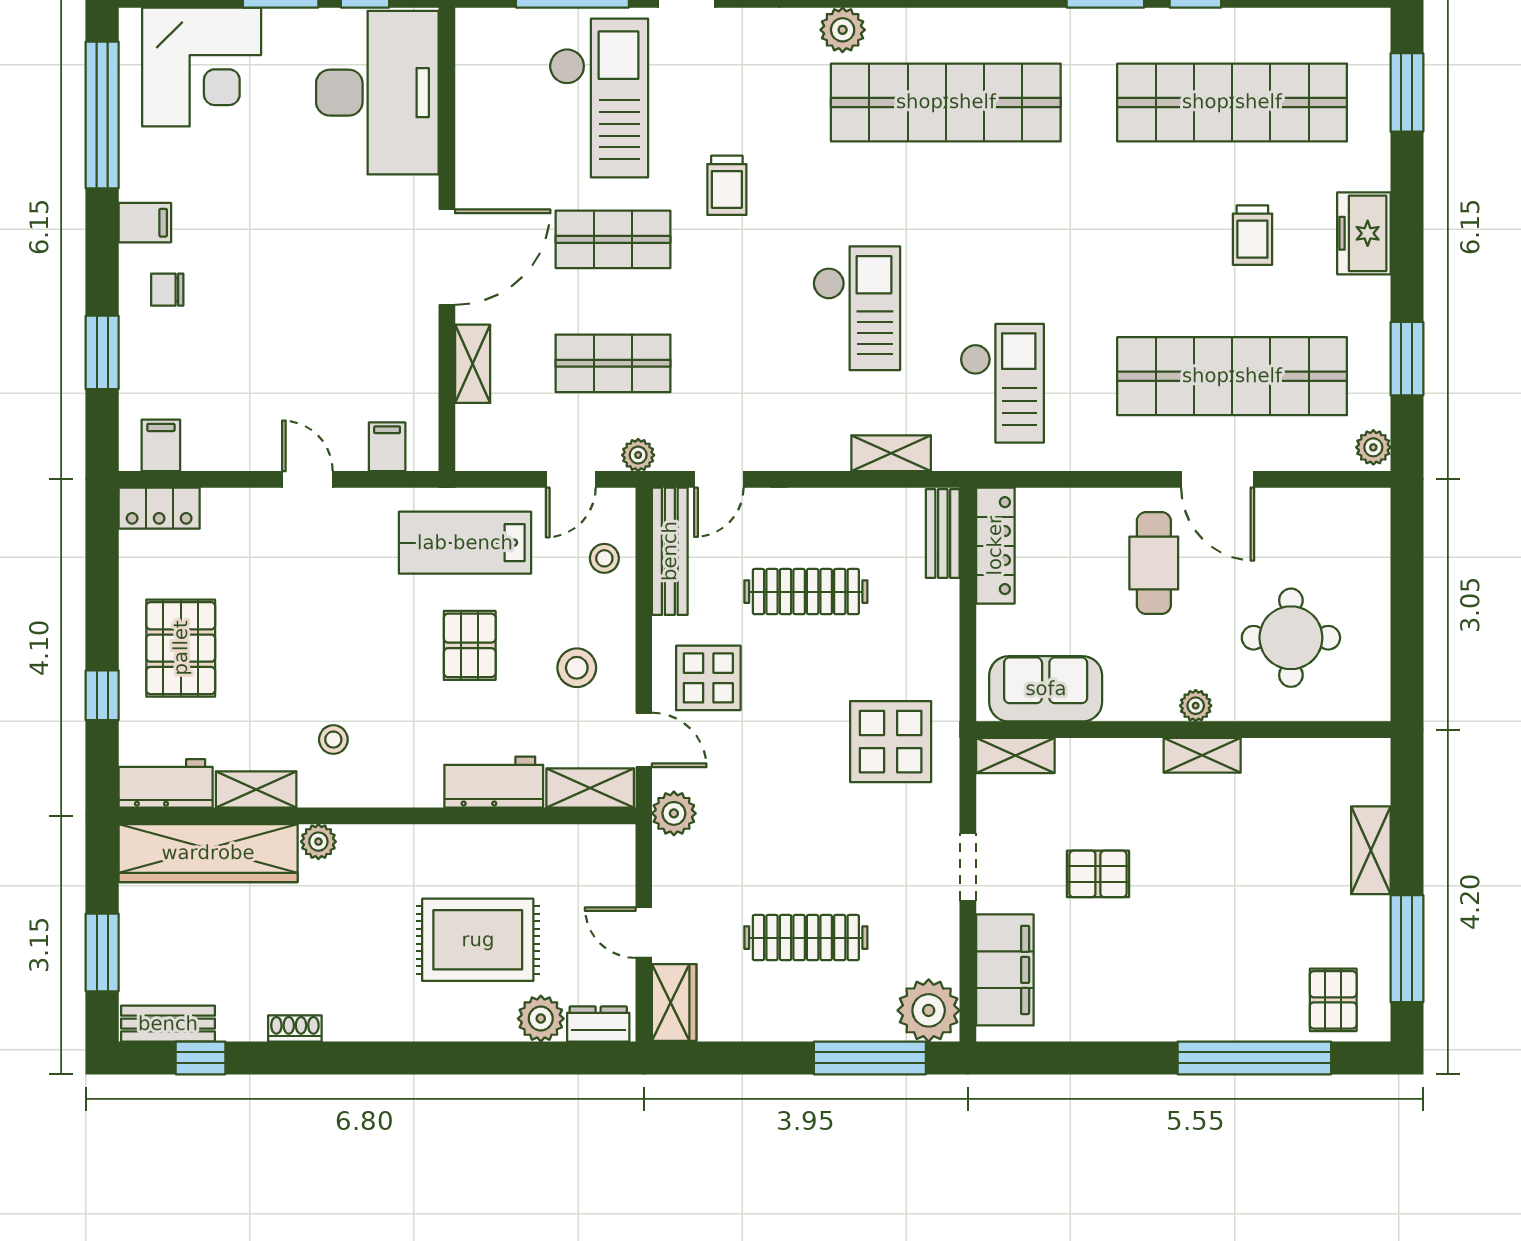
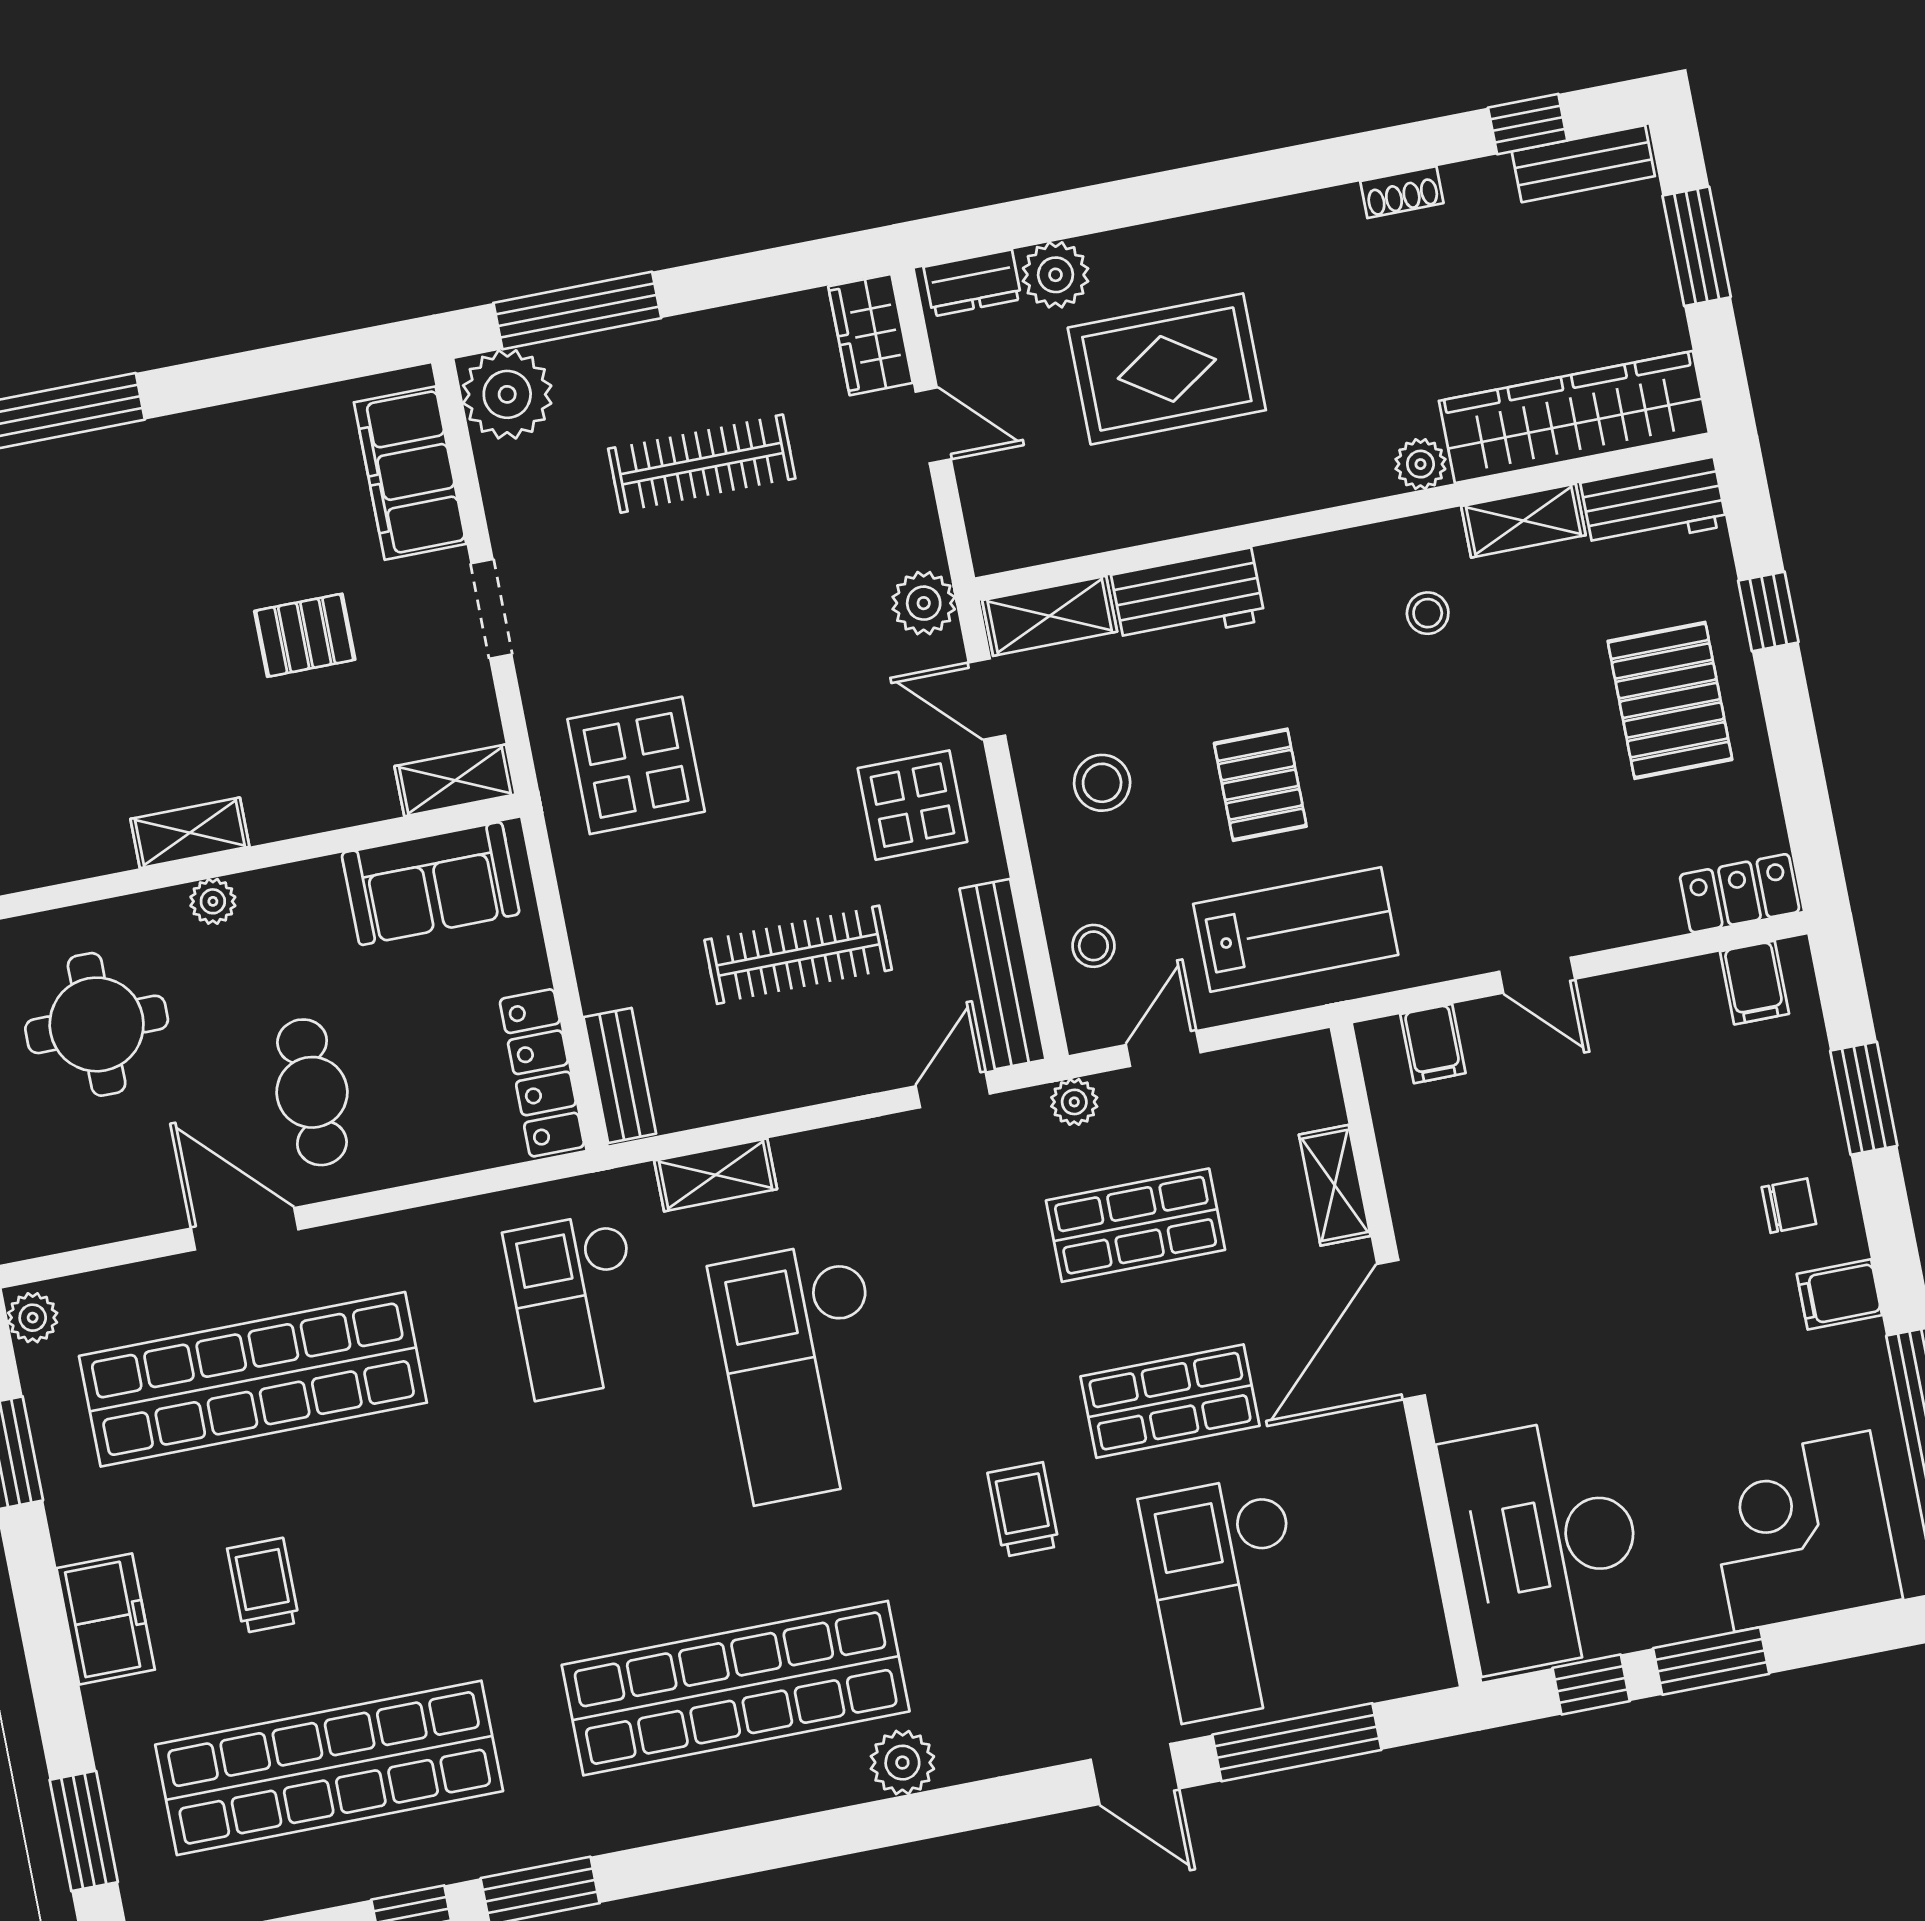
checkout: (857, 308) -> (805, 1371), width x1.36, depth x1.21

